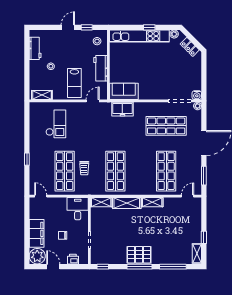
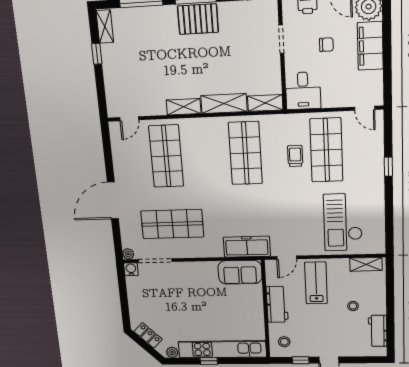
freezer: (122, 109) -> (247, 247), width x1.40
checkout: (56, 124) -> (343, 222), width x1.36, depth x1.21
window: (204, 176) -> (108, 152), removed

